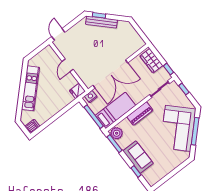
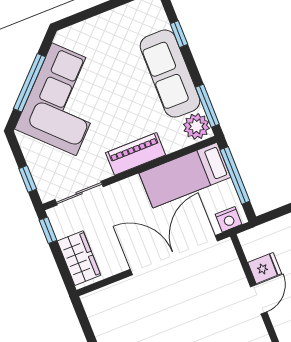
fridge: (77, 91) -> (265, 268), moved
sofa: (138, 157) -> (170, 74), width x1.36

